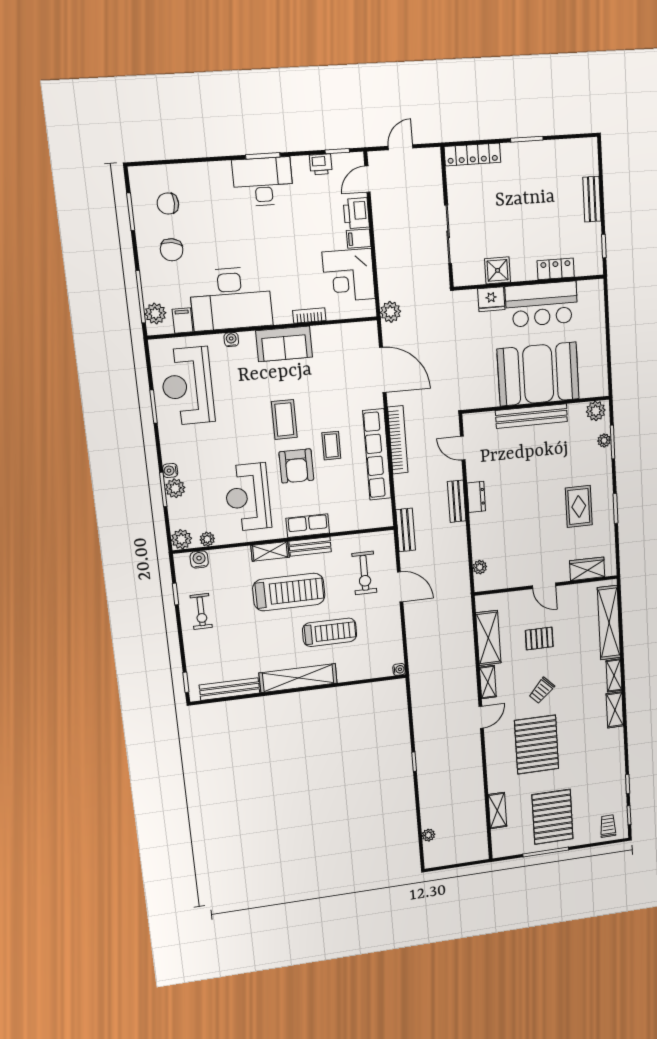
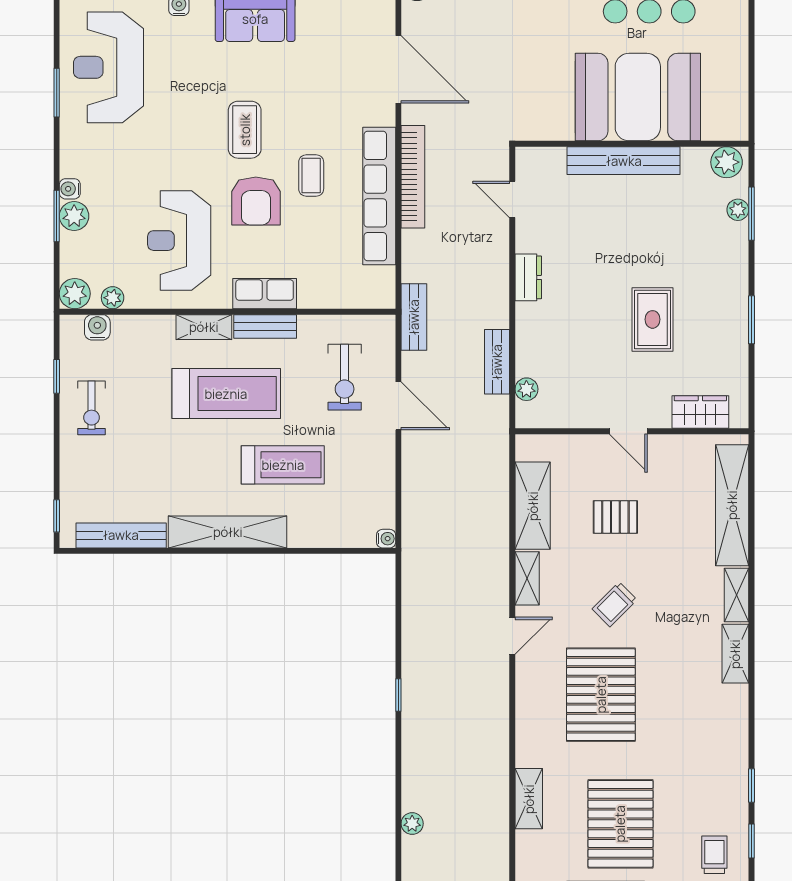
bench: (457, 501) -> (497, 362), moved
rug: (579, 506) -> (653, 319), moved

